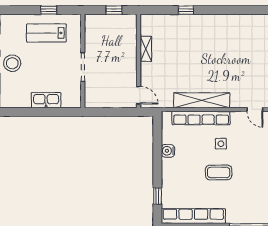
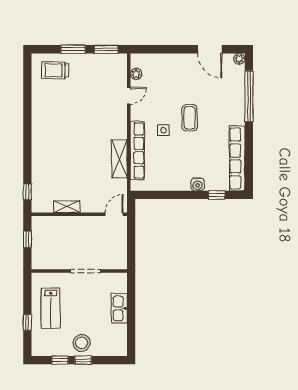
window: (49, 10) -> (27, 322), moved
window: (186, 10) -> (27, 192), moved
shelving: (202, 100) -> (119, 159), width x0.68
water cooler: (168, 151) -> (198, 184), moved
coffee table: (219, 172) -> (190, 118), moved

